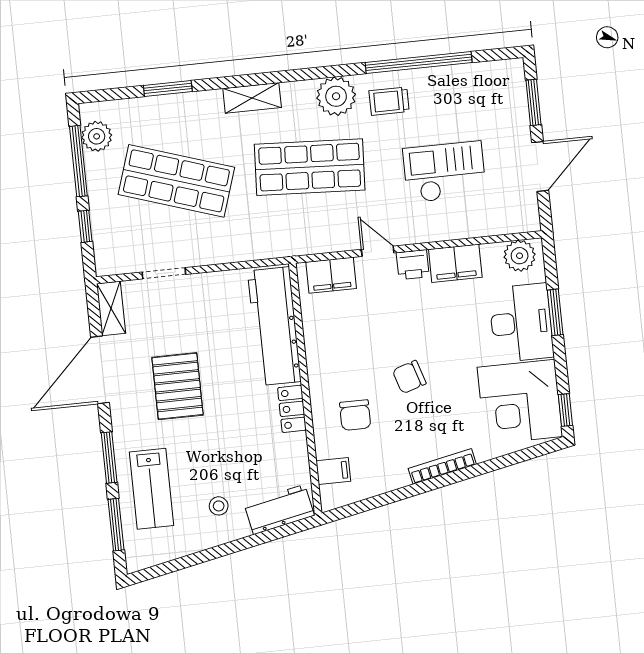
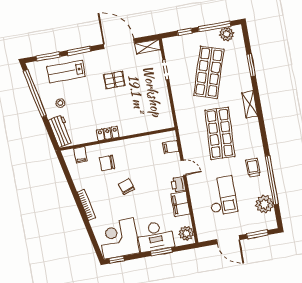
plant: (336, 96) -> (264, 204), moved
door: (378, 251) -> (183, 168), hinge flipped
filing cabinet: (331, 275) -> (171, 147), width x0.50
workbench: (274, 326) -> (145, 123), removed
pallet: (178, 386) -> (114, 80), width x0.67, depth x0.71
window: (194, 559) -> (35, 93), added

